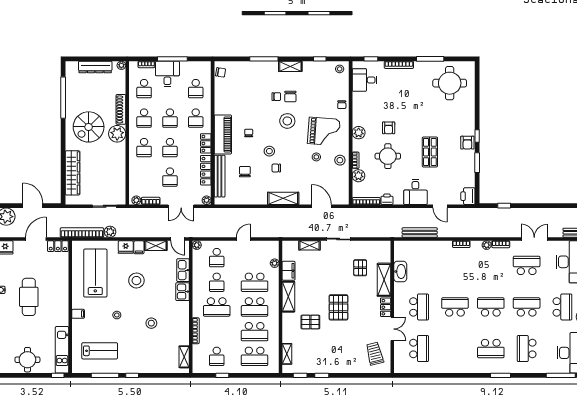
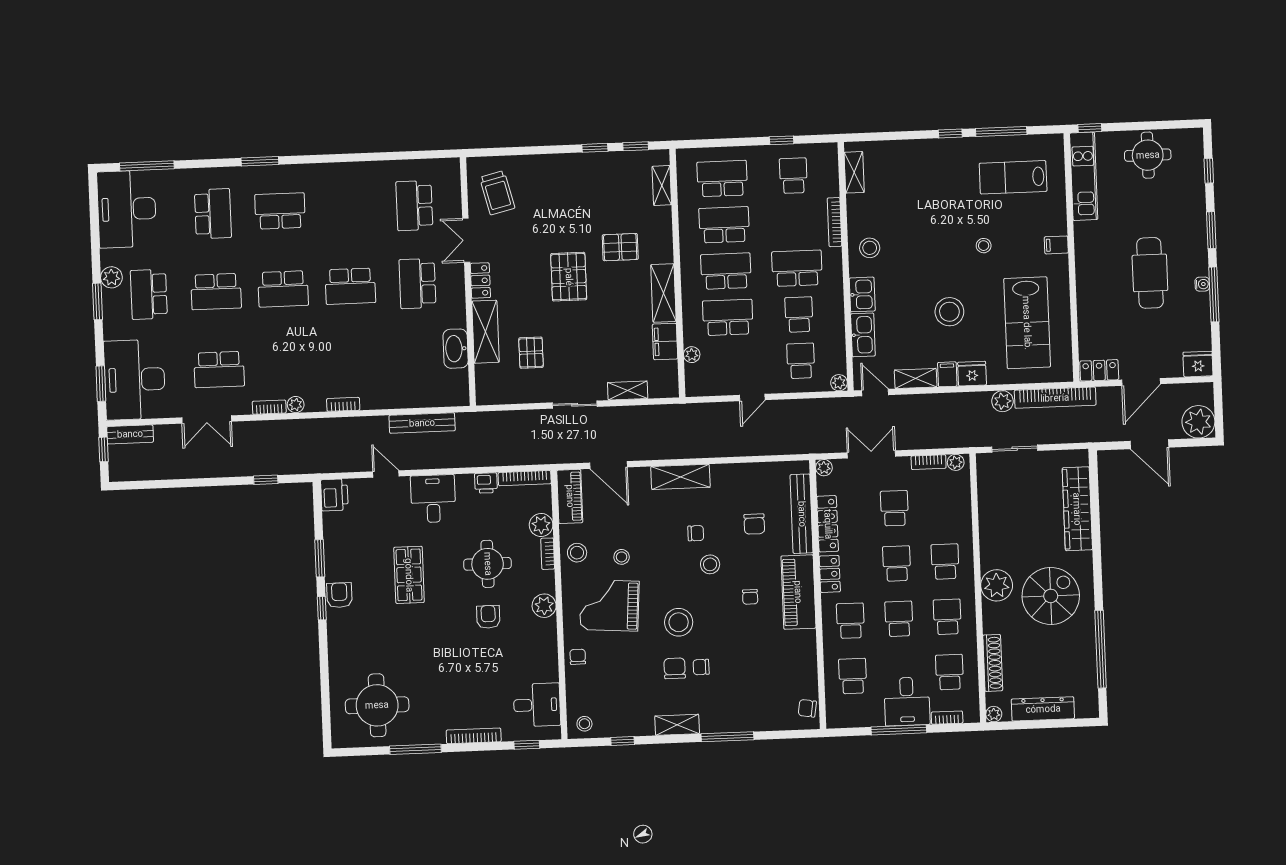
shoe rack: (121, 109) -> (993, 663), moved
piano: (343, 190) -> (570, 496), added
stool: (151, 323) -> (870, 248), moved

